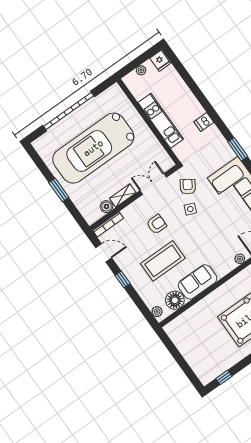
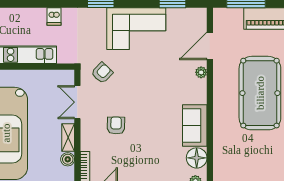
armchair: (188, 187) -> (102, 73), turned 100
side table: (190, 209) -> (124, 85), removed
coffee table: (163, 261) -> (153, 143), removed

